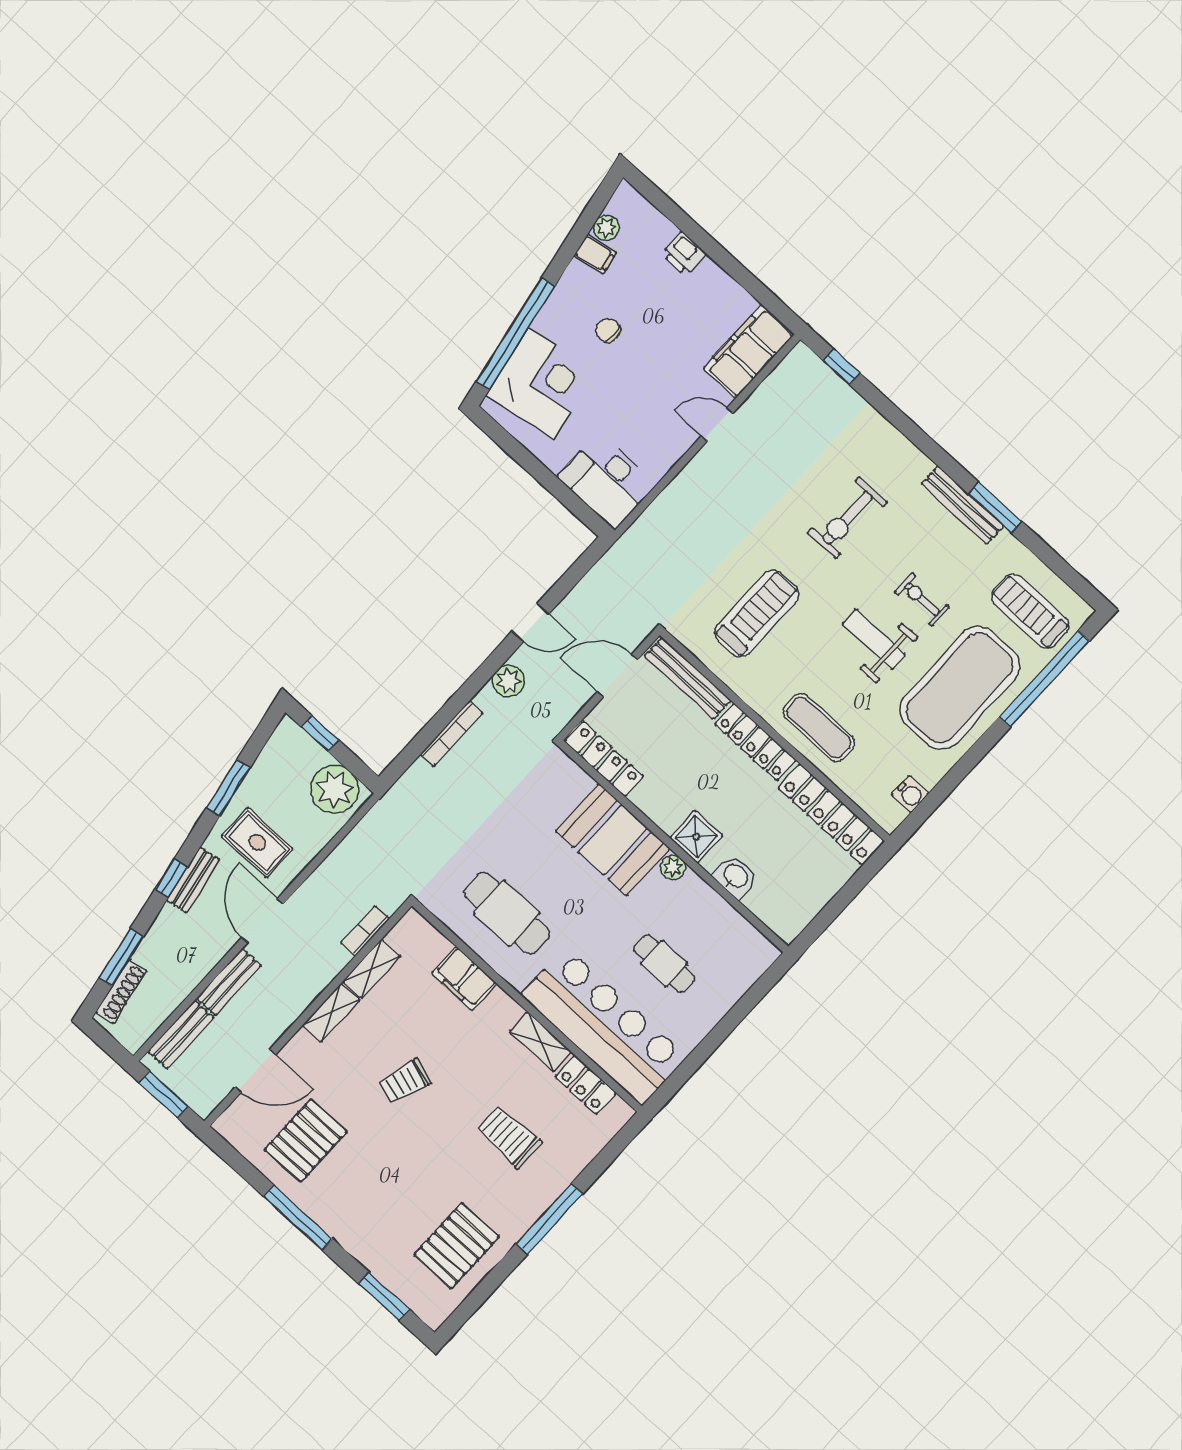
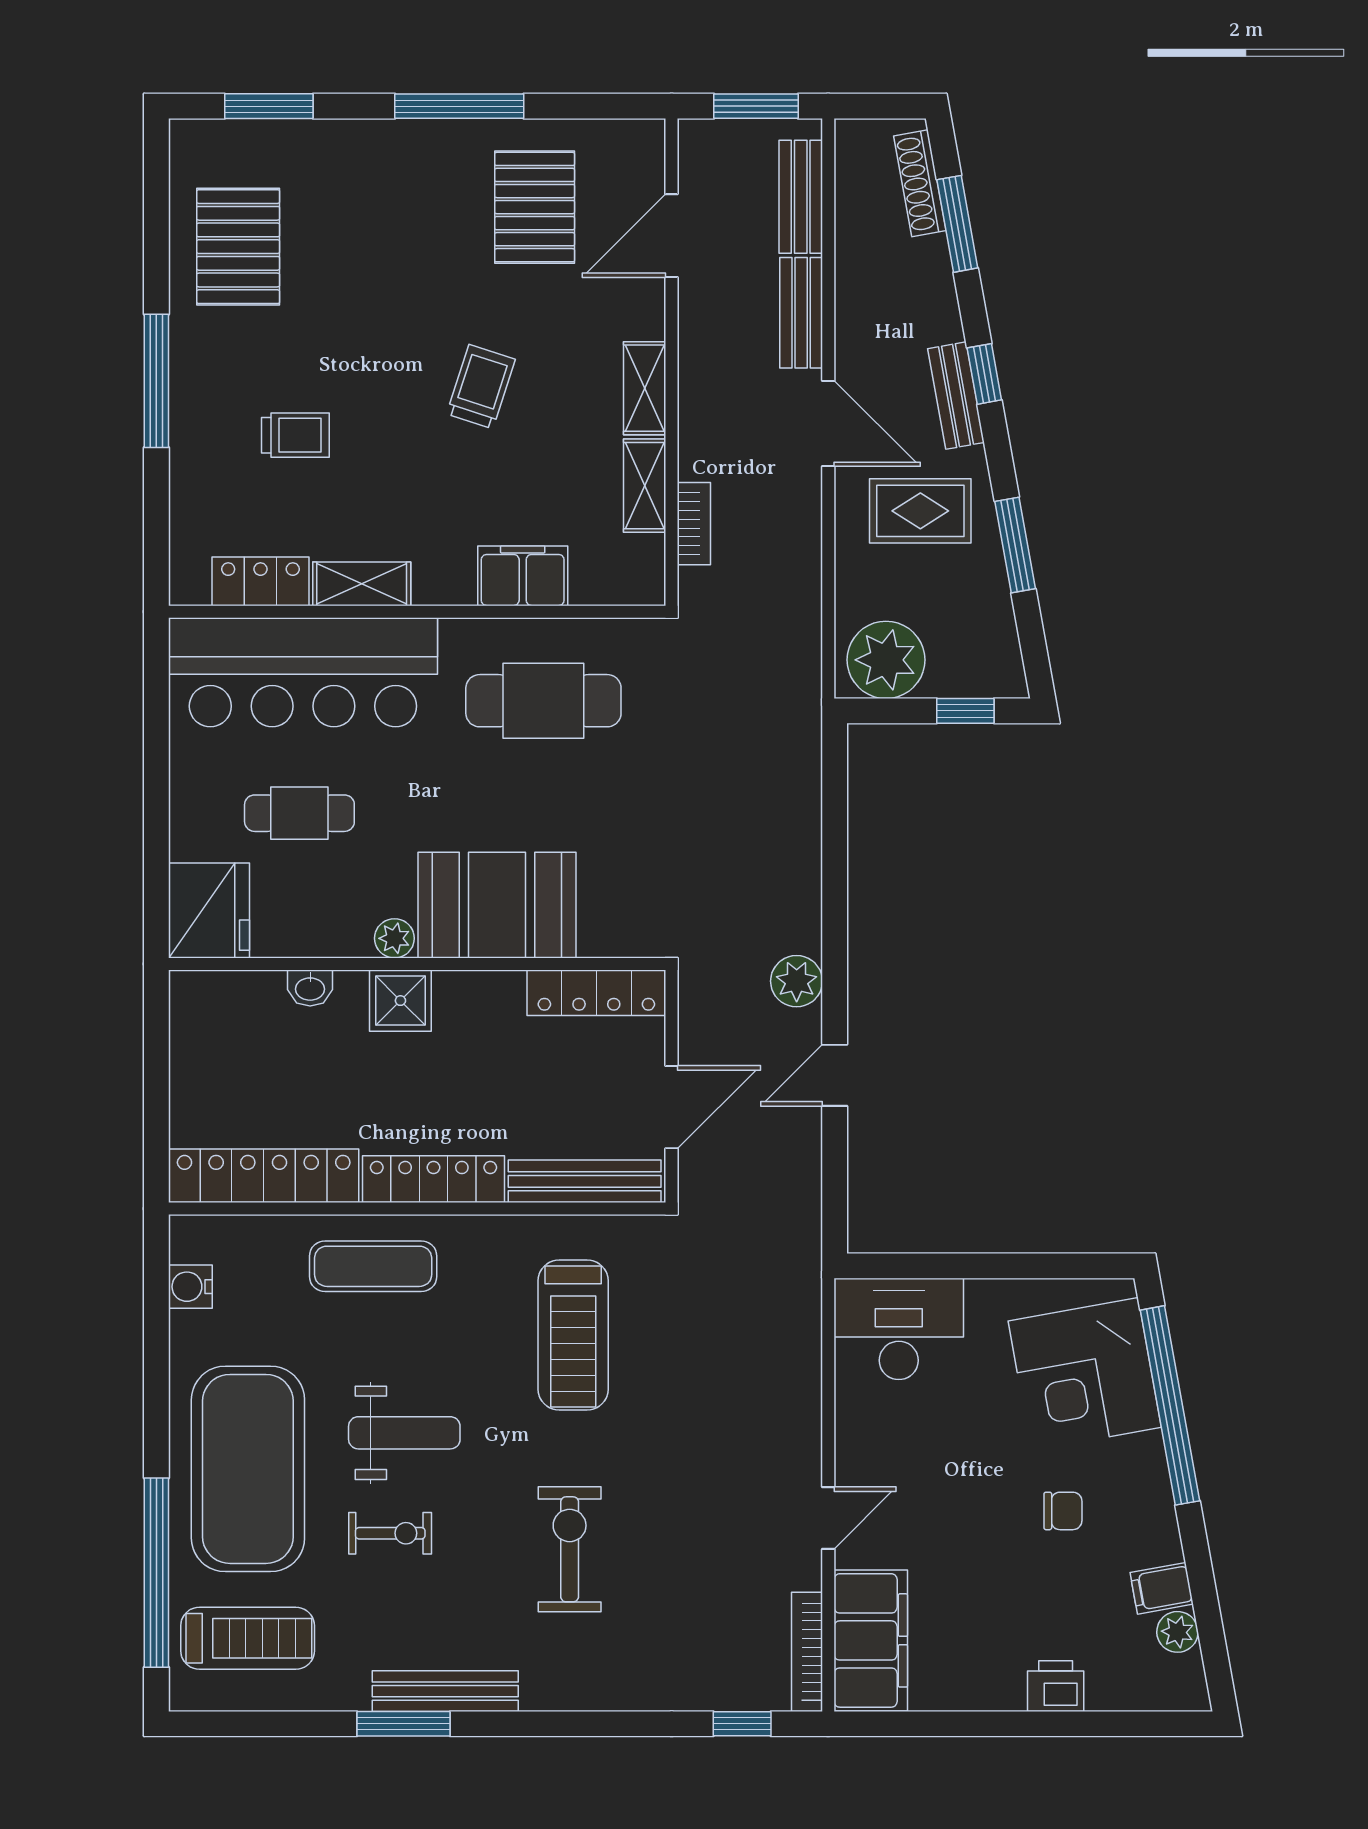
bookcase: (451, 734) -> (807, 1652), moved
washbasin: (735, 876) -> (310, 988), width x0.72, depth x0.69
fridge: (745, 957) -> (209, 910), added
trolley: (509, 1137) -> (295, 435), width x0.73, depth x0.72

